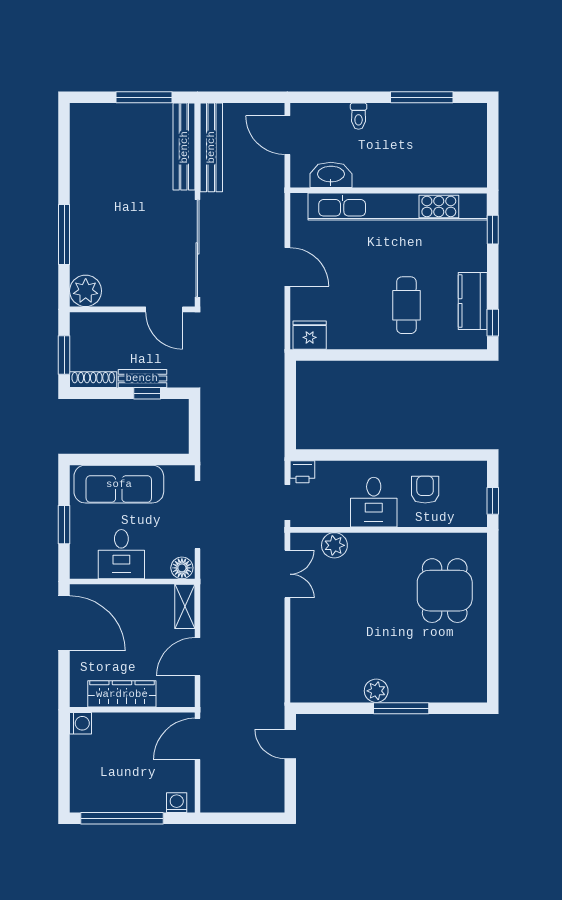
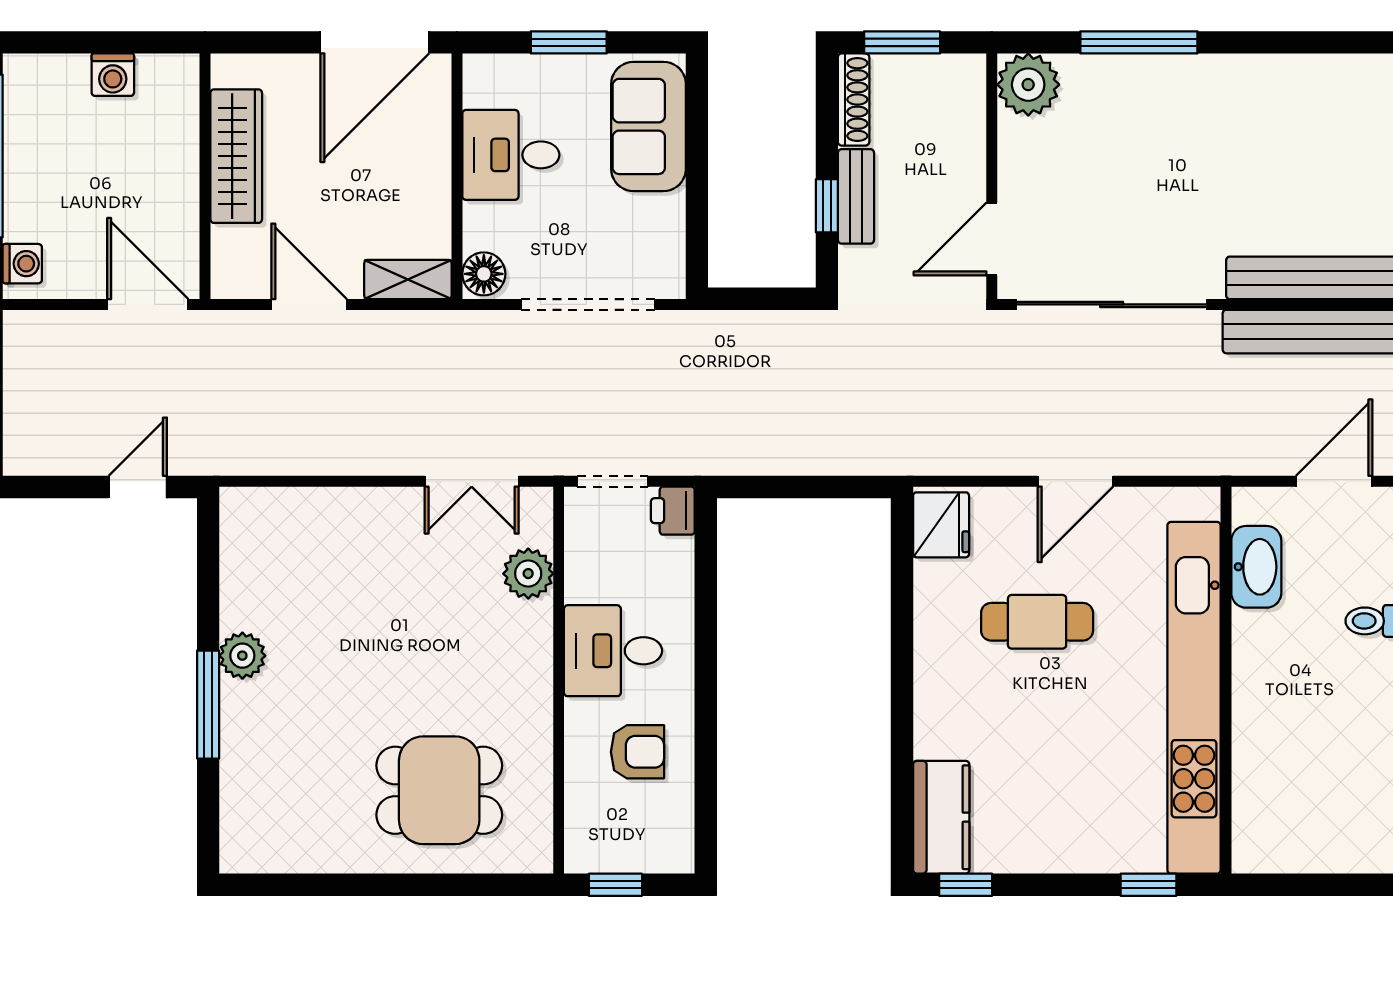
kitchen counter: (473, 301) -> (941, 817), moved, turned 90
cafe table: (406, 305) -> (1037, 622), moved
sofa: (119, 484) -> (649, 126), width x0.73
washing machine: (81, 723) -> (113, 75), moved

